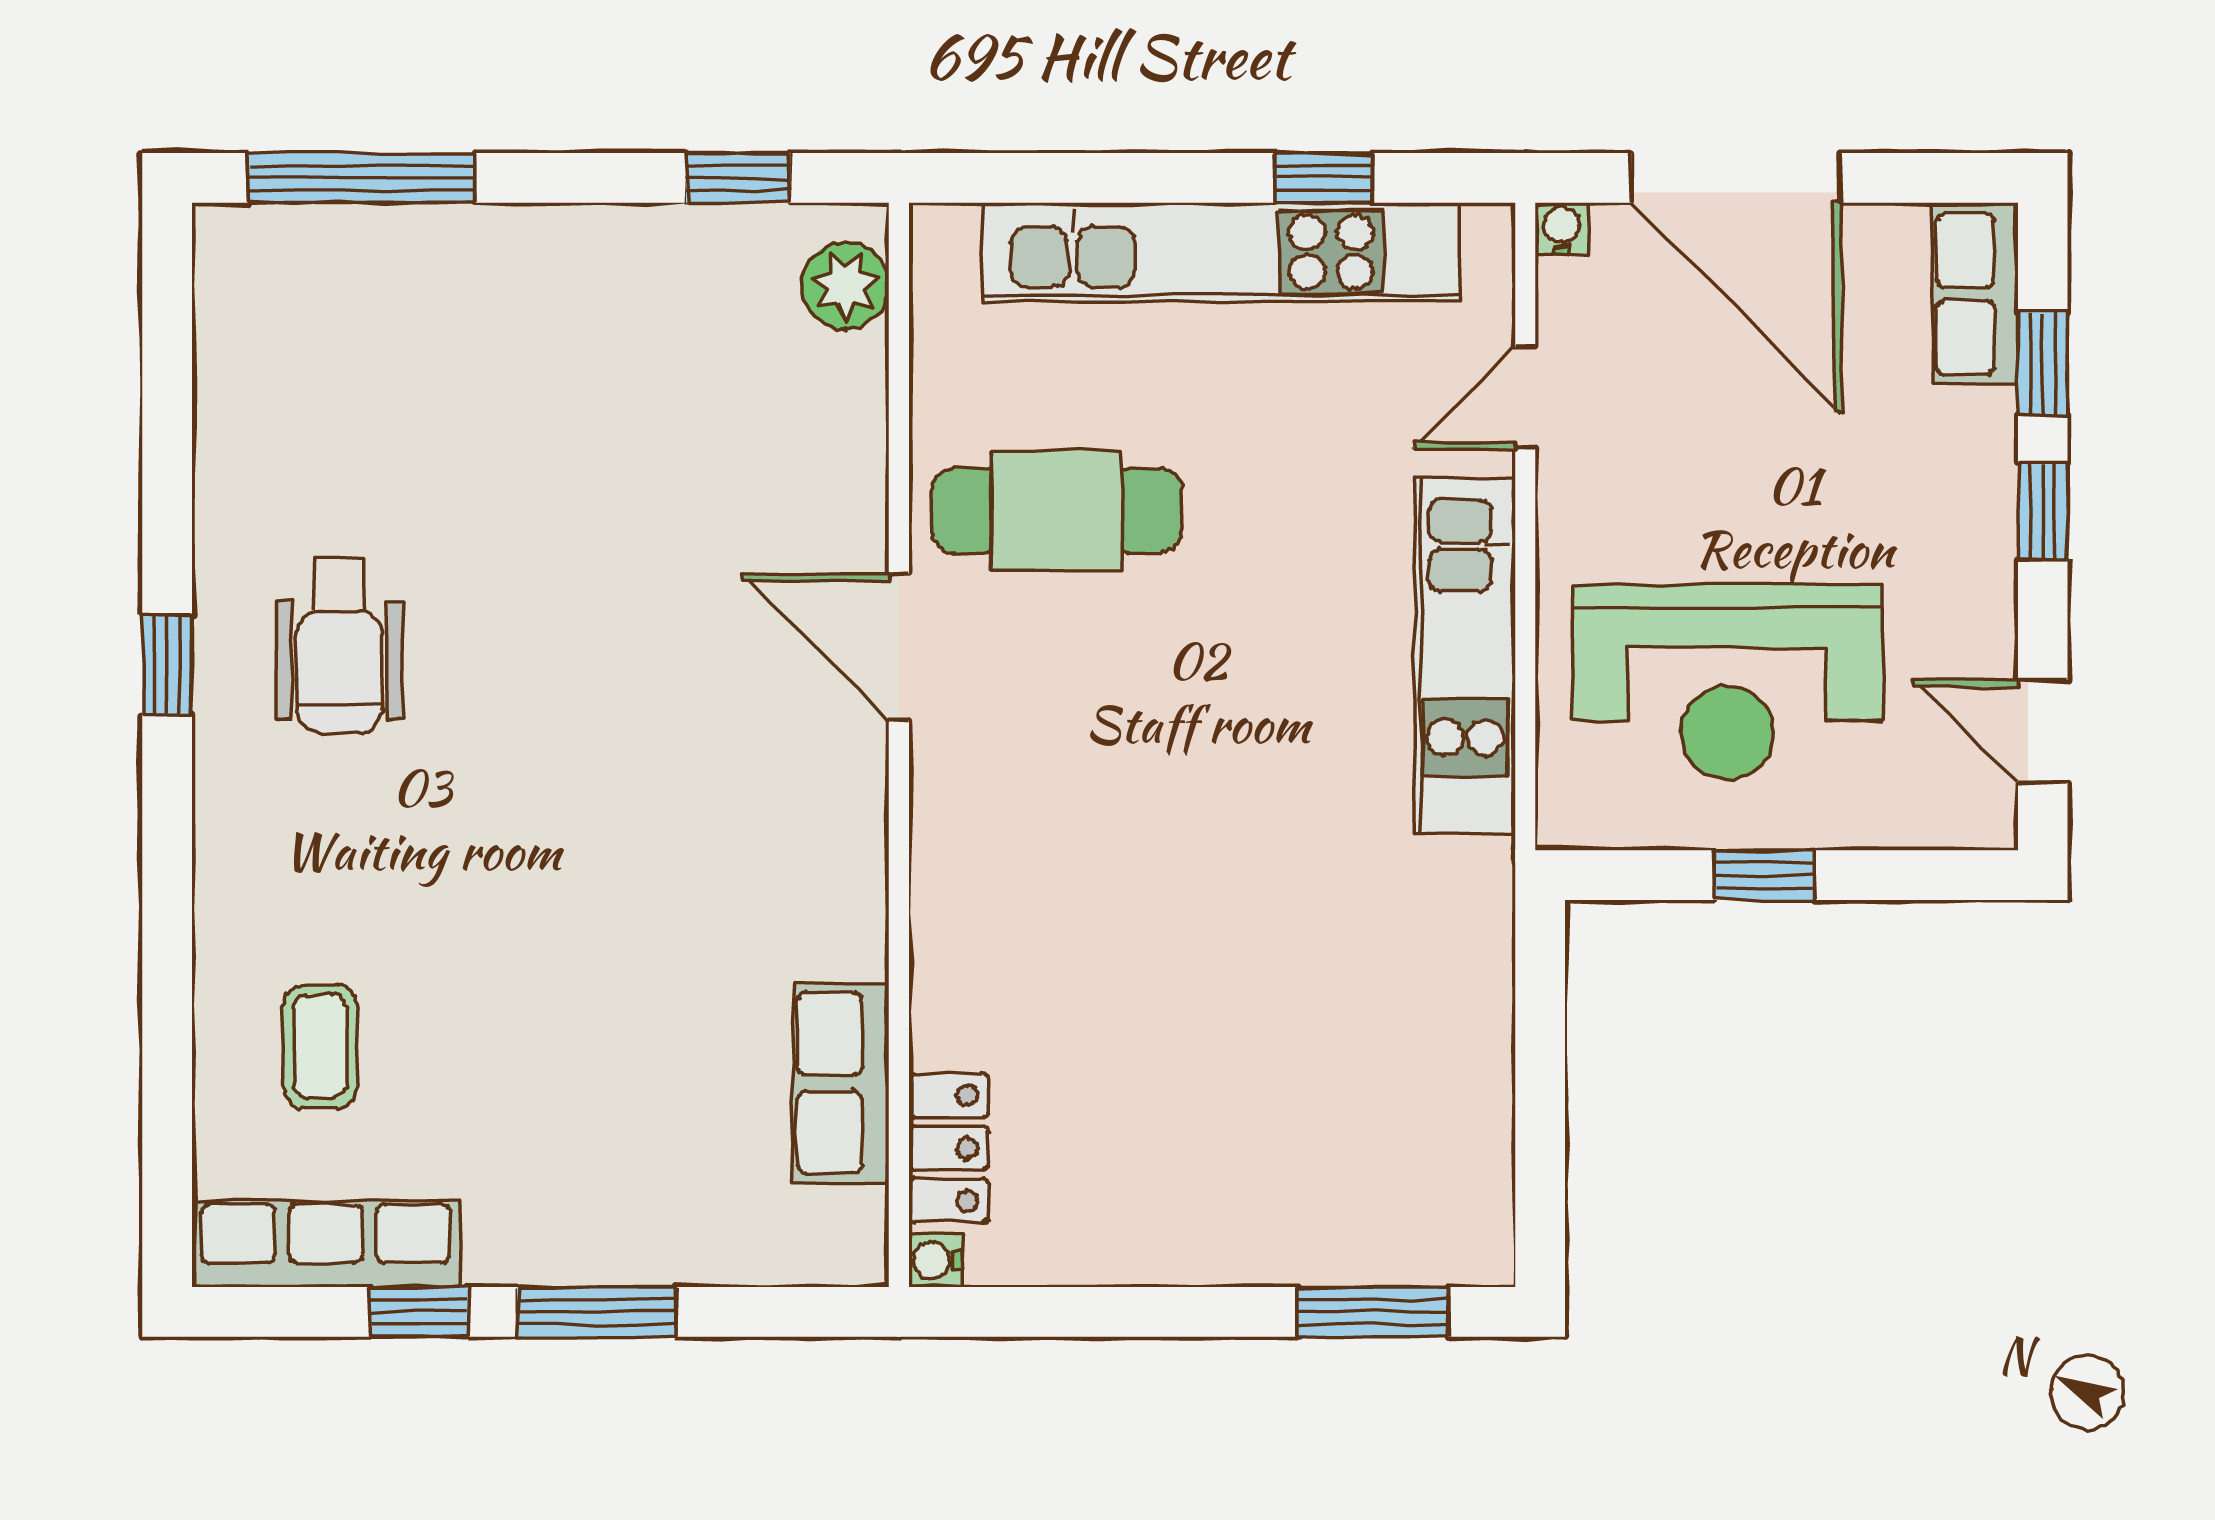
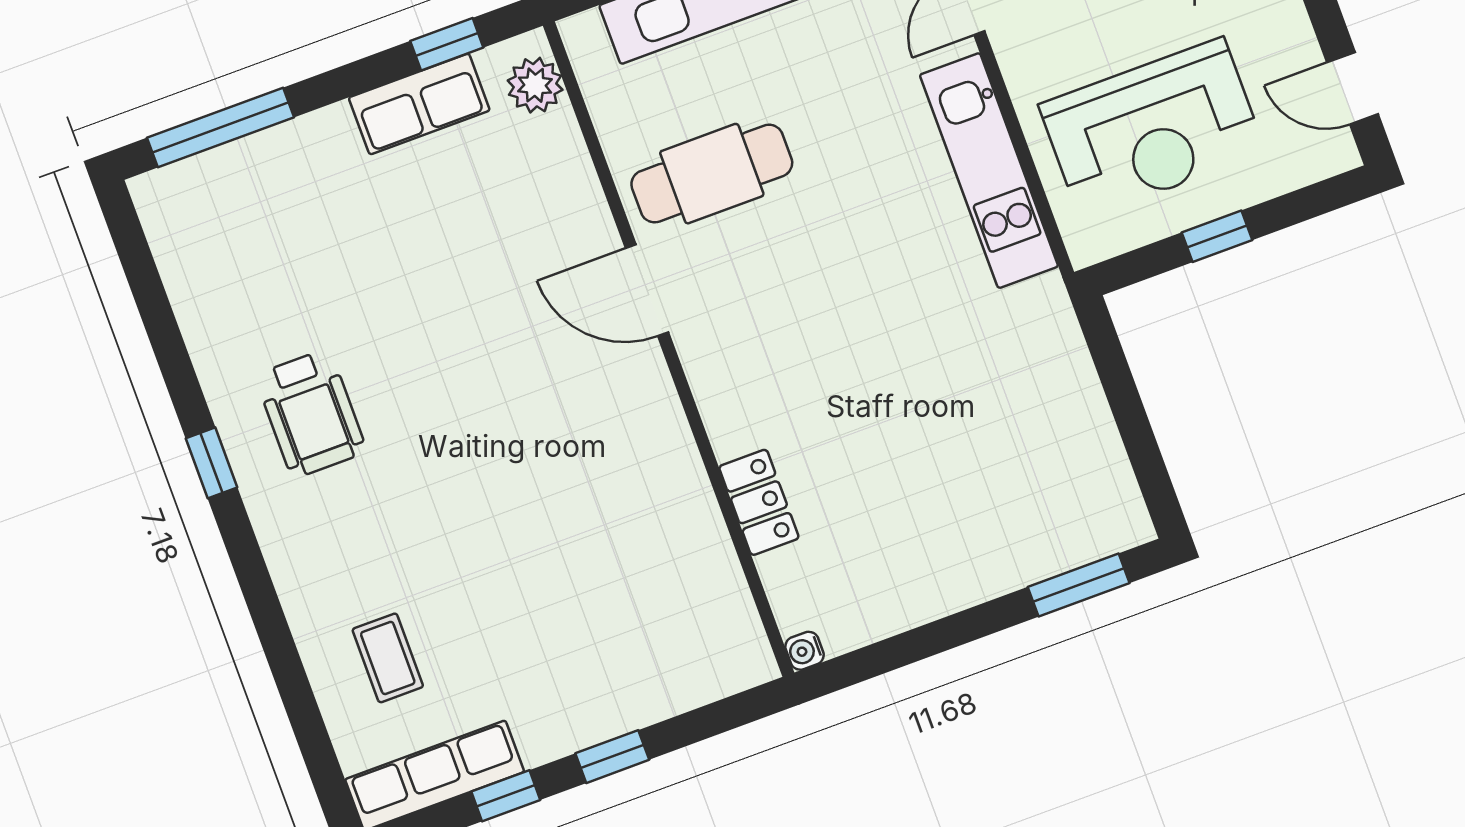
row of seats: (841, 1083) -> (419, 104), moved, turned -90
locker: (949, 1148) -> (759, 502), moved
window: (596, 1312) -> (612, 757), width x0.67

